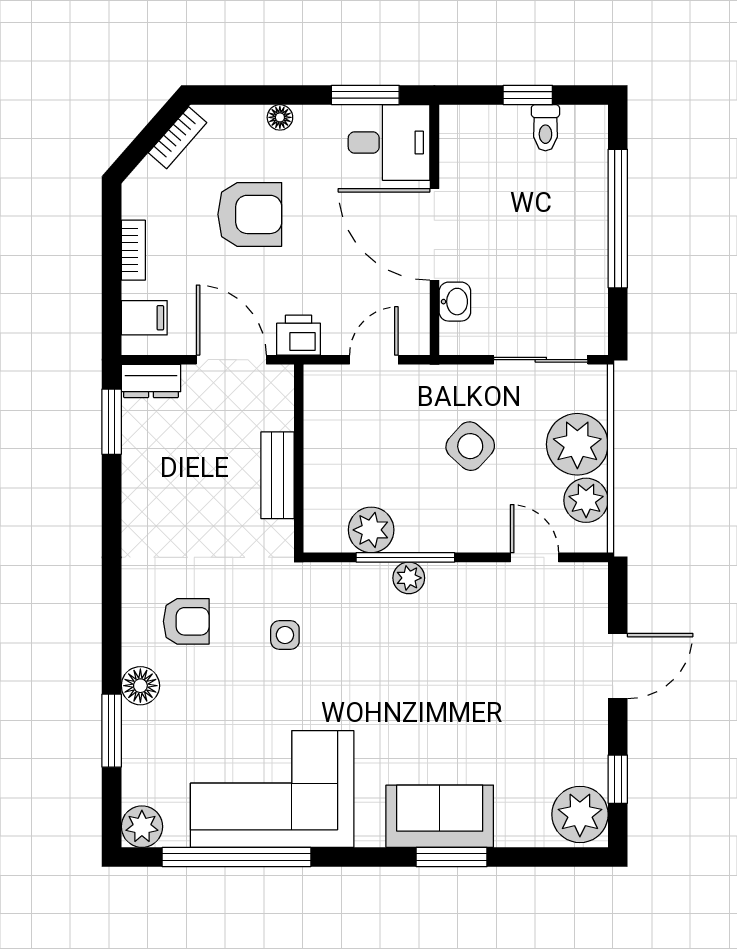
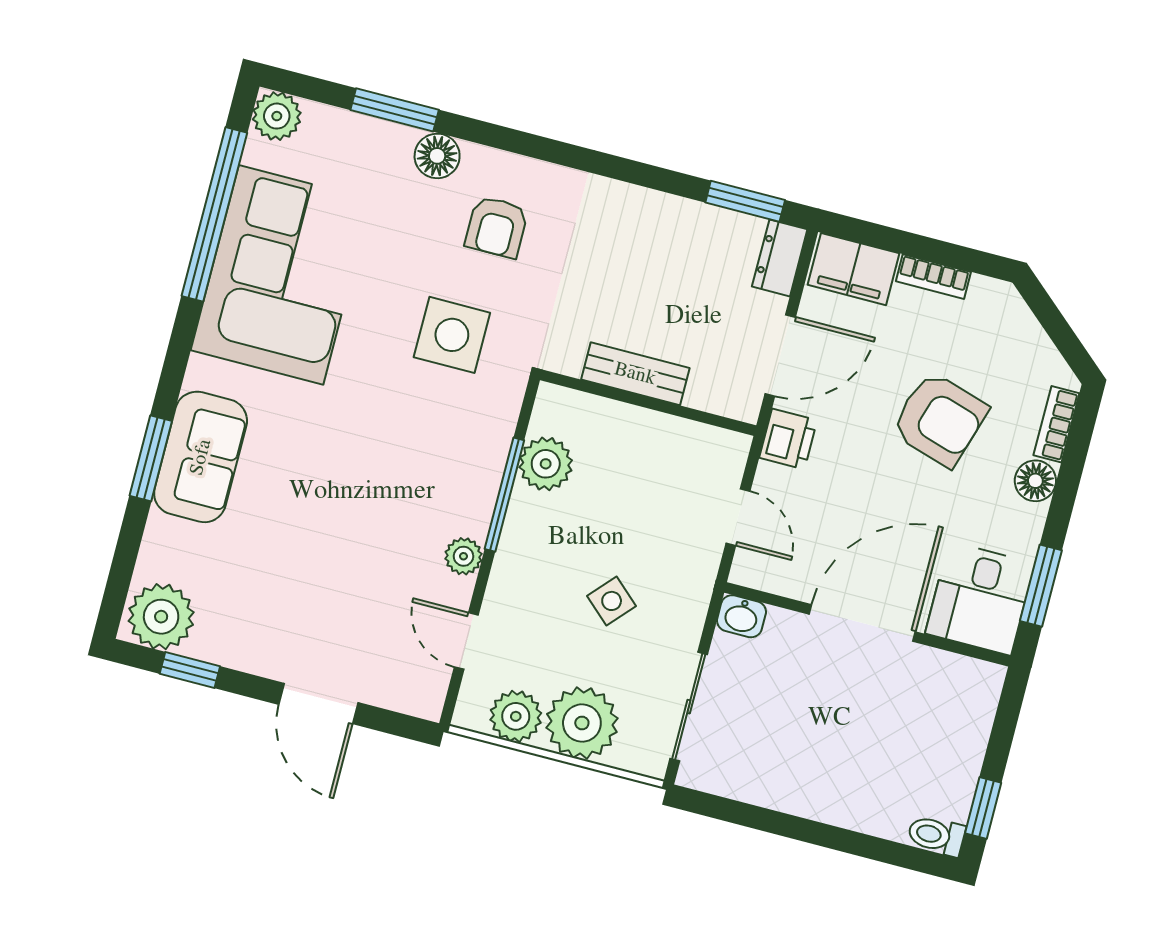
window: (528, 95) -> (983, 808), moved
floor lamp: (280, 117) -> (1035, 481), width x1.37, depth x1.37
toilet: (545, 128) -> (936, 835), moved
bookcase: (178, 138) -> (1056, 424), moved, turned 49
armchair: (250, 214) -> (940, 419), turned -73
window: (618, 219) -> (826, 836), removed
washbasin: (455, 302) -> (741, 616), moved
filing cabinet: (144, 318) -> (853, 269), width x2.00
side table: (470, 446) -> (612, 601), width x0.73, depth x0.73
door: (535, 557) -> (466, 641), swing flipped
plant: (409, 578) -> (463, 556), moved
side table: (285, 635) -> (452, 335), width x1.87, depth x1.87

